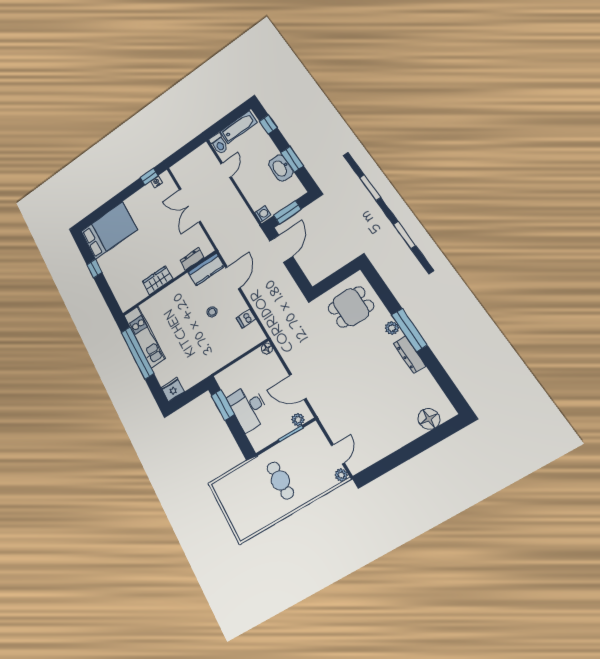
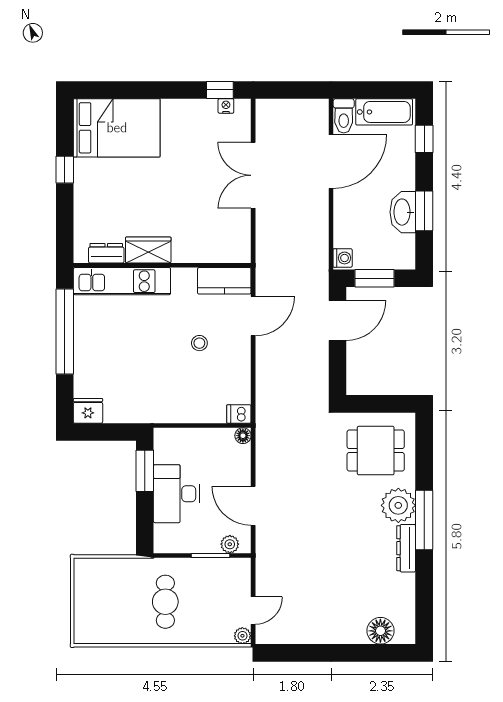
door: (226, 170) -> (331, 162), width x1.87
dresser: (192, 259) -> (106, 253), moved
dishwasher: (246, 319) -> (239, 414), moved
plant: (392, 328) -> (398, 505), width x1.88, depth x1.88
kitchen unit: (145, 337) -> (122, 281), moved, turned 90

